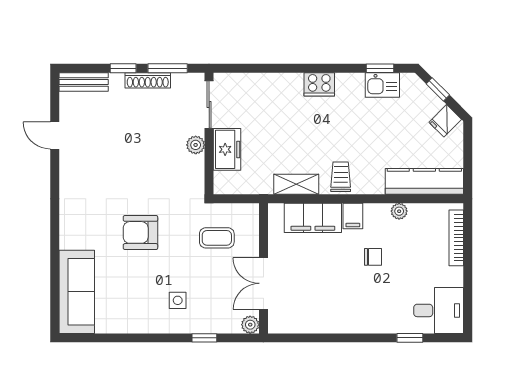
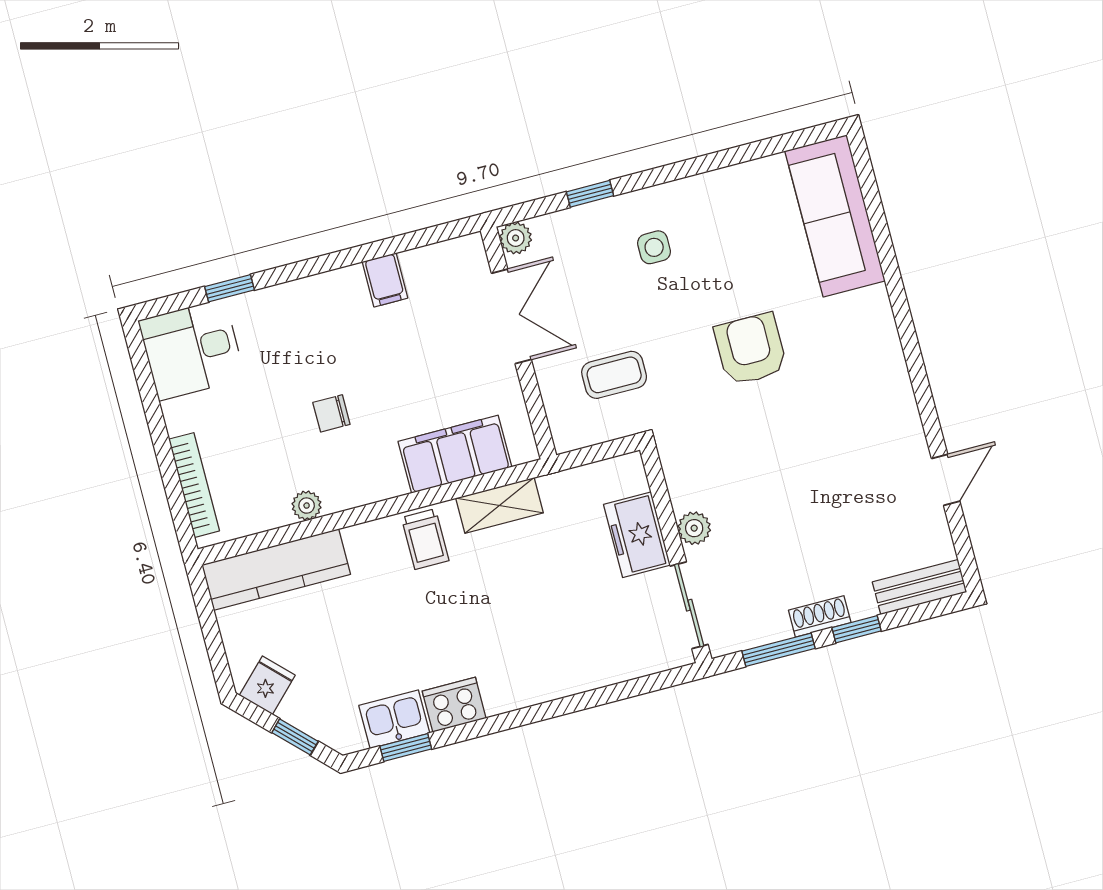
shoe rack: (148, 80) -> (820, 616), width x0.70
cooker: (319, 84) -> (454, 705), moved
door: (55, 135) -> (946, 480), hinge flipped
filing cabinet: (353, 216) -> (385, 280), moved, turned 180
armchair: (140, 232) -> (751, 349), turned -90

